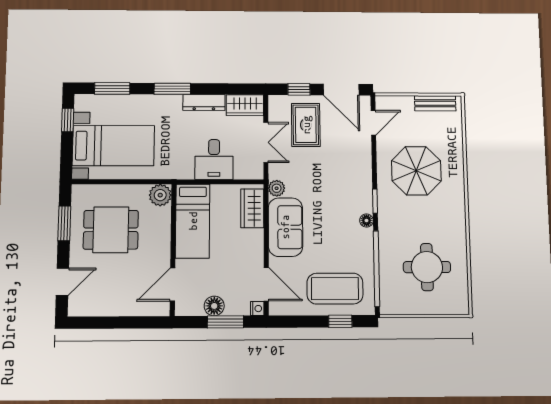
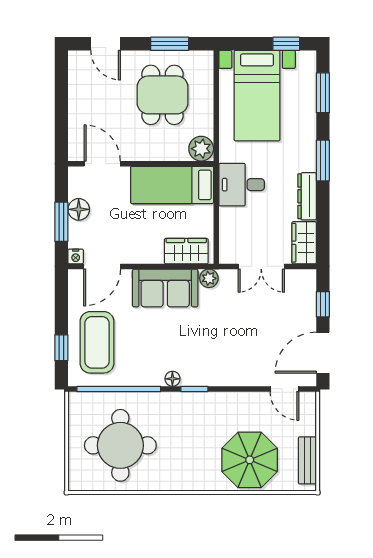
rug: (306, 125) -> (282, 312), removed
desk: (214, 159) -> (242, 185), moved
parasol: (416, 171) -> (250, 460), moved
round table: (427, 267) -> (120, 445), width x1.36, depth x1.36

